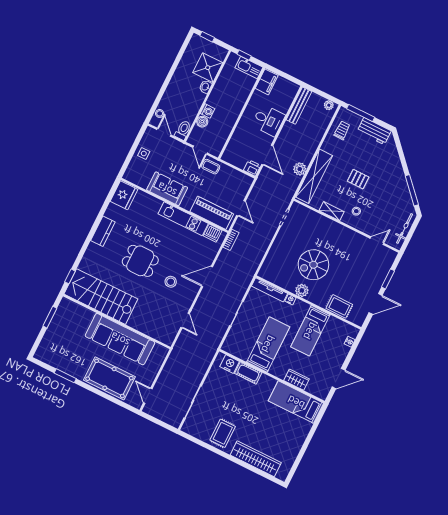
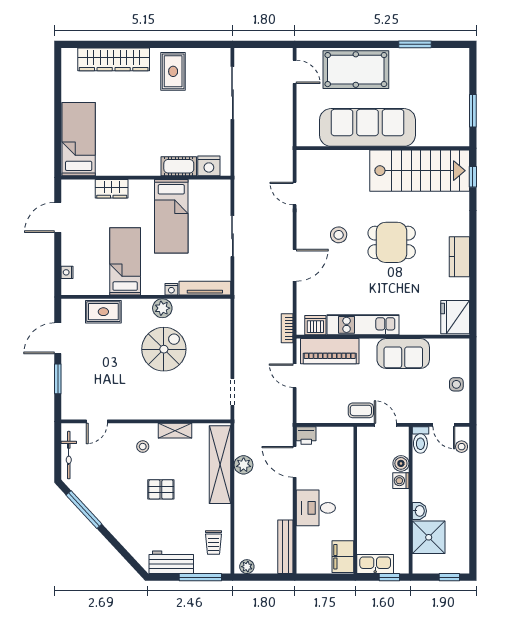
bed: (296, 402) -> (79, 139), moved, turned -90

